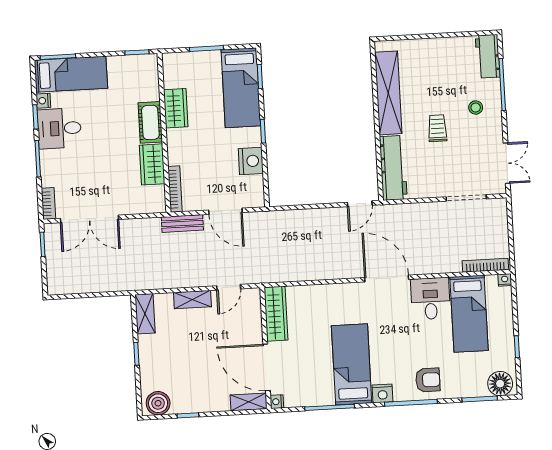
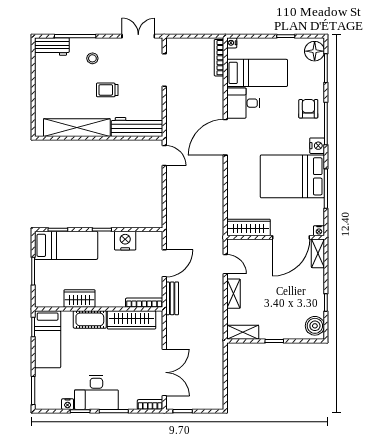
bed: (71, 74) -> (48, 339), moved, turned 180
desk: (59, 128) -> (96, 392), width x1.37
wardrobe: (152, 164) -> (131, 320), width x1.50
bed: (352, 364) -> (292, 176), width x1.50

